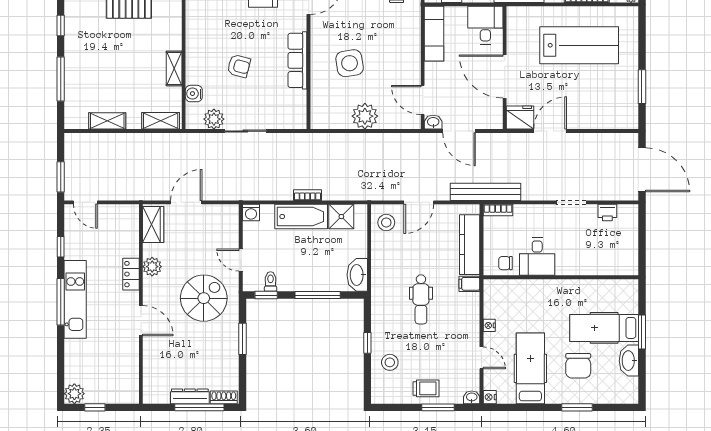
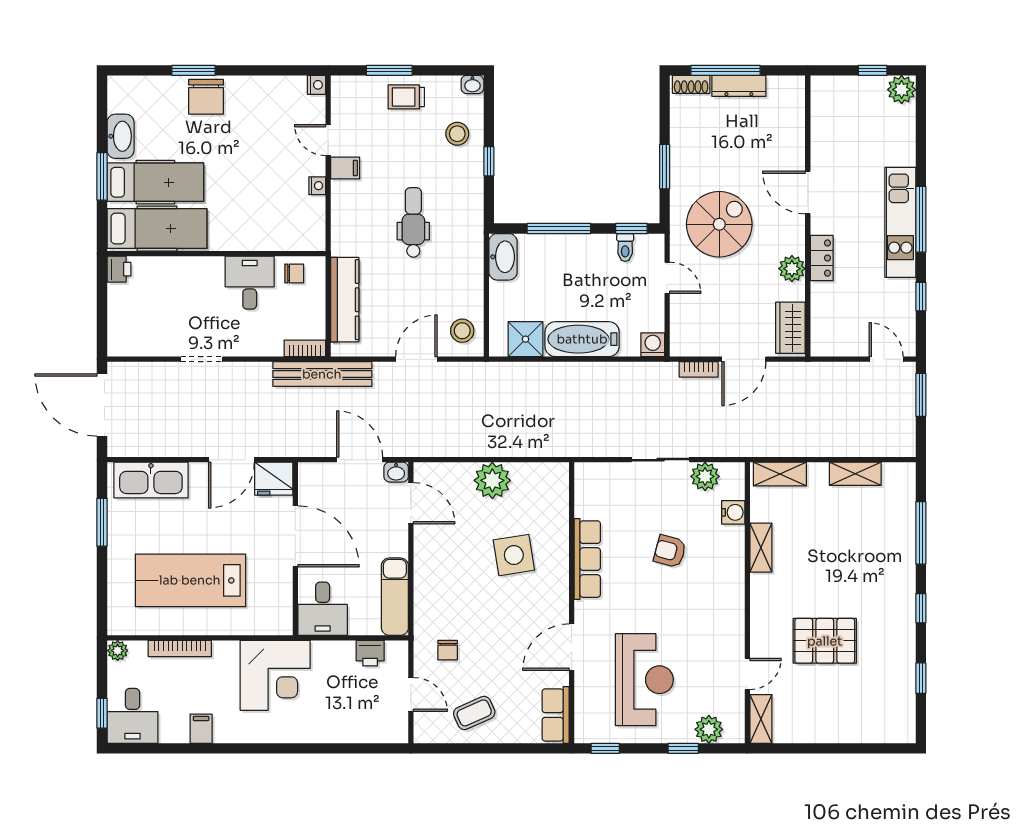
kitchen sink: (607, 117) -> (151, 480), added
bookcase: (307, 195) -> (699, 369), moved
printer: (607, 213) -> (119, 269), moved, turned 90
filing cabinet: (469, 284) -> (345, 168), moved
spiral stairs: (204, 298) -> (719, 224), turned 180
chair: (578, 366) -> (206, 97), moved, turned 180
hospital bed: (530, 368) -> (157, 229), moved, turned -90
washbasin: (472, 397) -> (472, 84), moved

